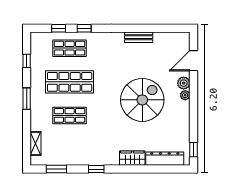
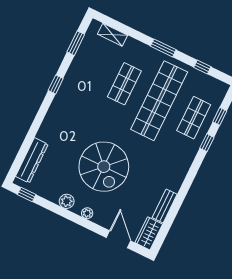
bench: (139, 37) -> (165, 206), moved
shop shelf: (70, 82) -> (159, 101), width x1.40
plant: (184, 83) -> (67, 201), moved
wardrobe: (132, 158) -> (149, 233), moved, turned 180

